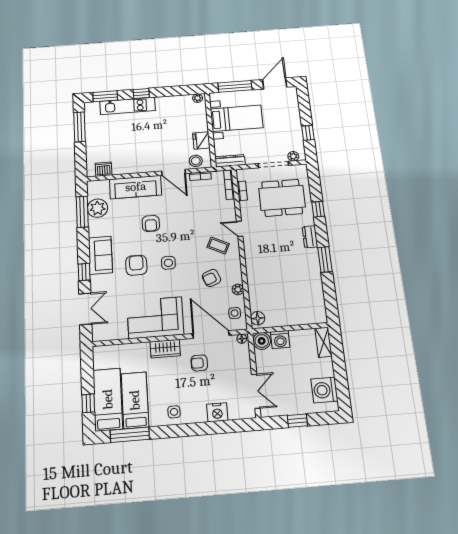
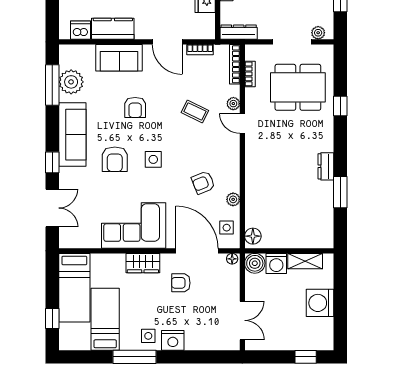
stool: (196, 161) -> (196, 29), removed
kitchen counter: (129, 166) -> (113, 29), added
sofa: (136, 187) -> (119, 58), width x0.73
plant: (231, 214) -> (233, 104), added
dresser: (310, 237) -> (326, 166), moved
coffee table: (218, 245) -> (195, 111), moved
sofa: (100, 255) -> (72, 135), width x1.36
window: (325, 260) -> (340, 192), moved
armchair: (136, 265) -> (115, 159), turned 180
shelving: (323, 342) -> (305, 261), moved, turned 90
washing machine: (324, 390) -> (320, 303), moved
bed: (108, 399) -> (74, 288), moved, turned 180
nightstand: (217, 412) -> (173, 340), moved
window: (297, 421) -> (306, 357), moved
window: (130, 435) -> (134, 357), moved

